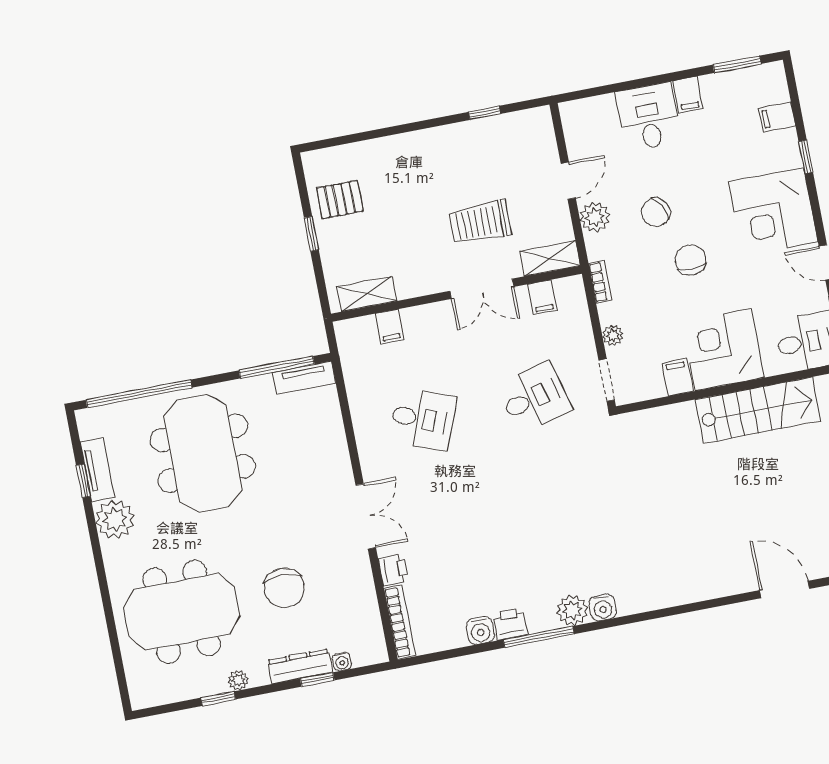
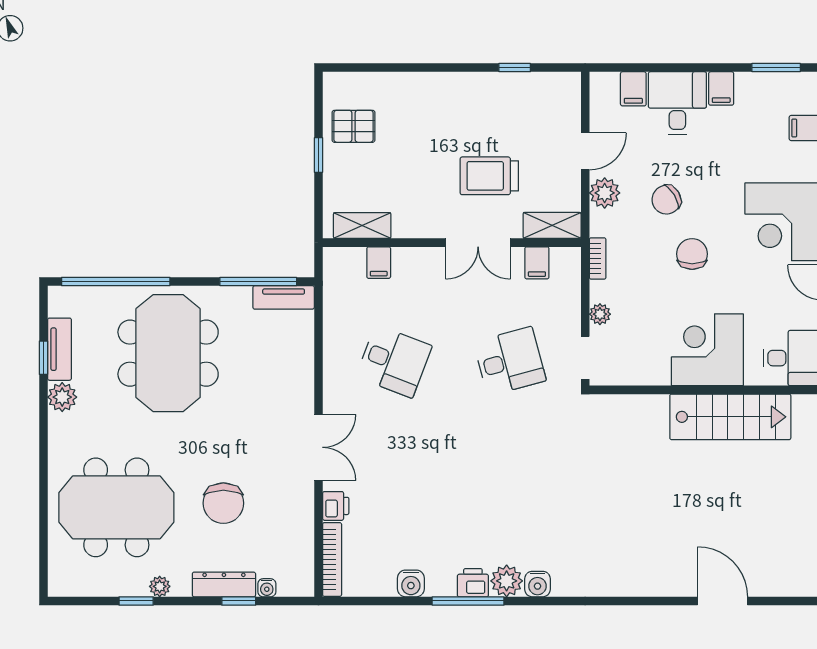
filing cabinet: (677, 377) -> (633, 89), moved, turned 180
plant: (115, 519) -> (62, 397), width x0.73, depth x0.73
printer: (510, 624) -> (473, 583), moved

